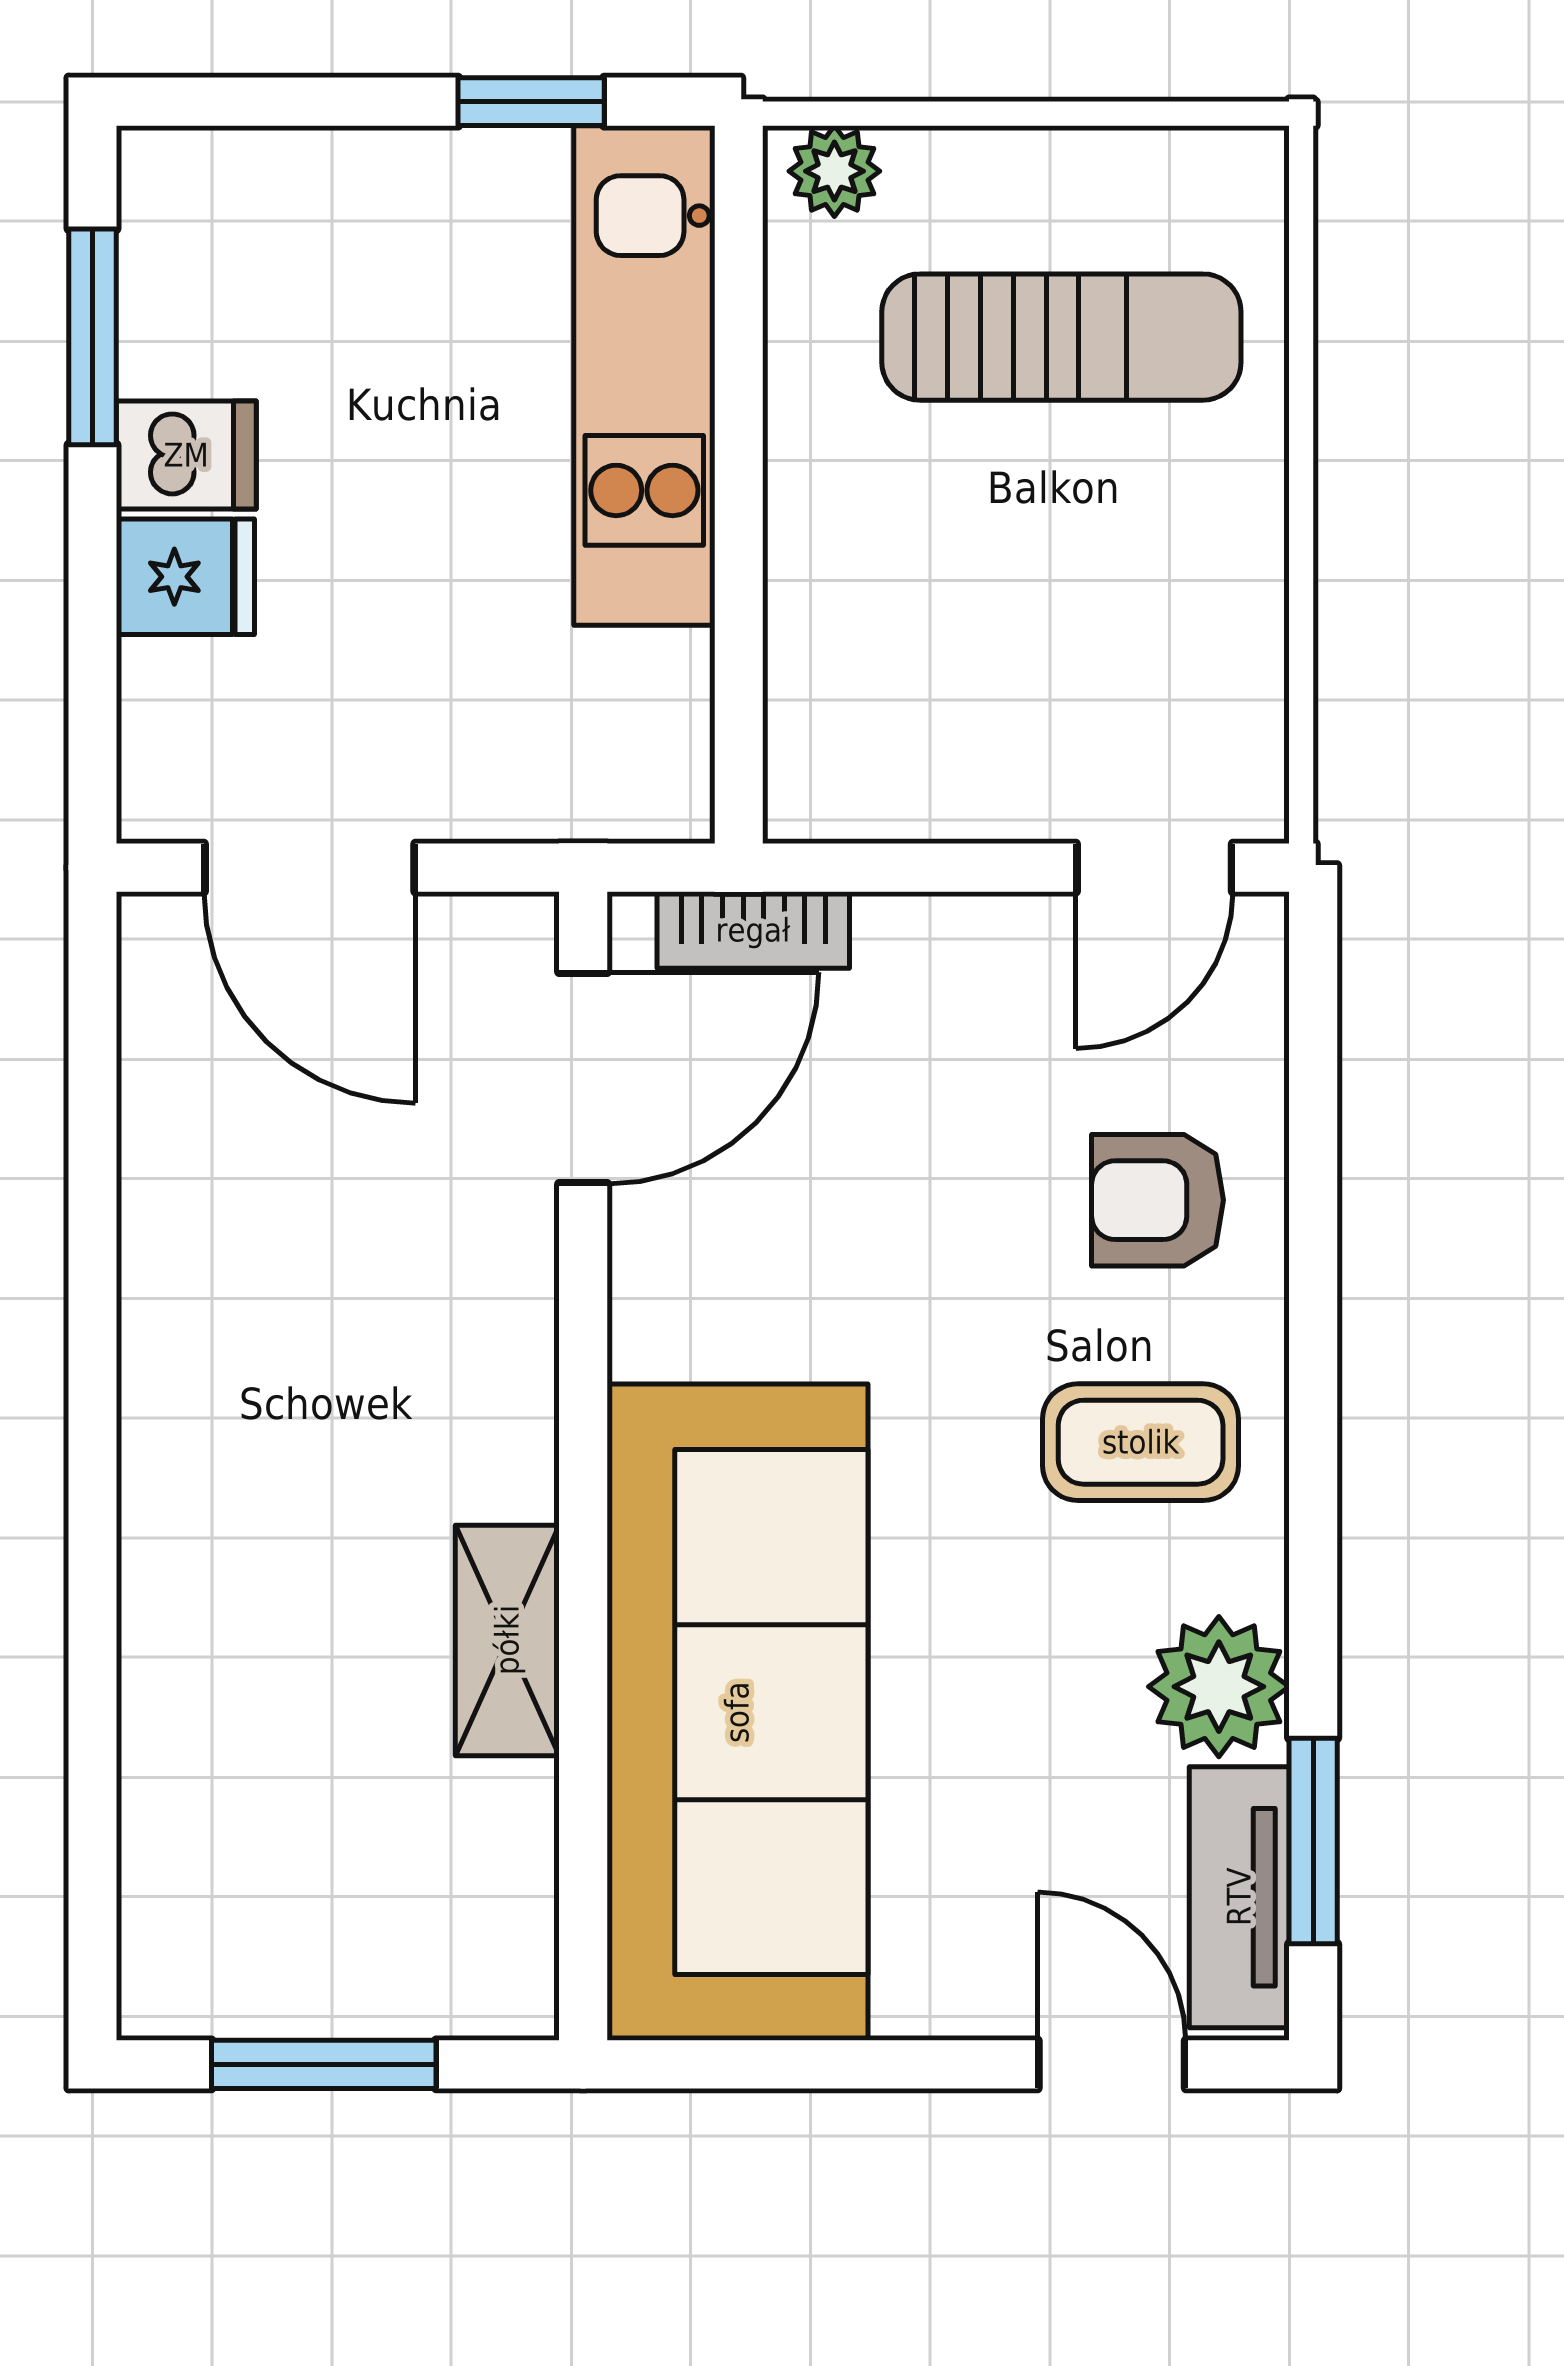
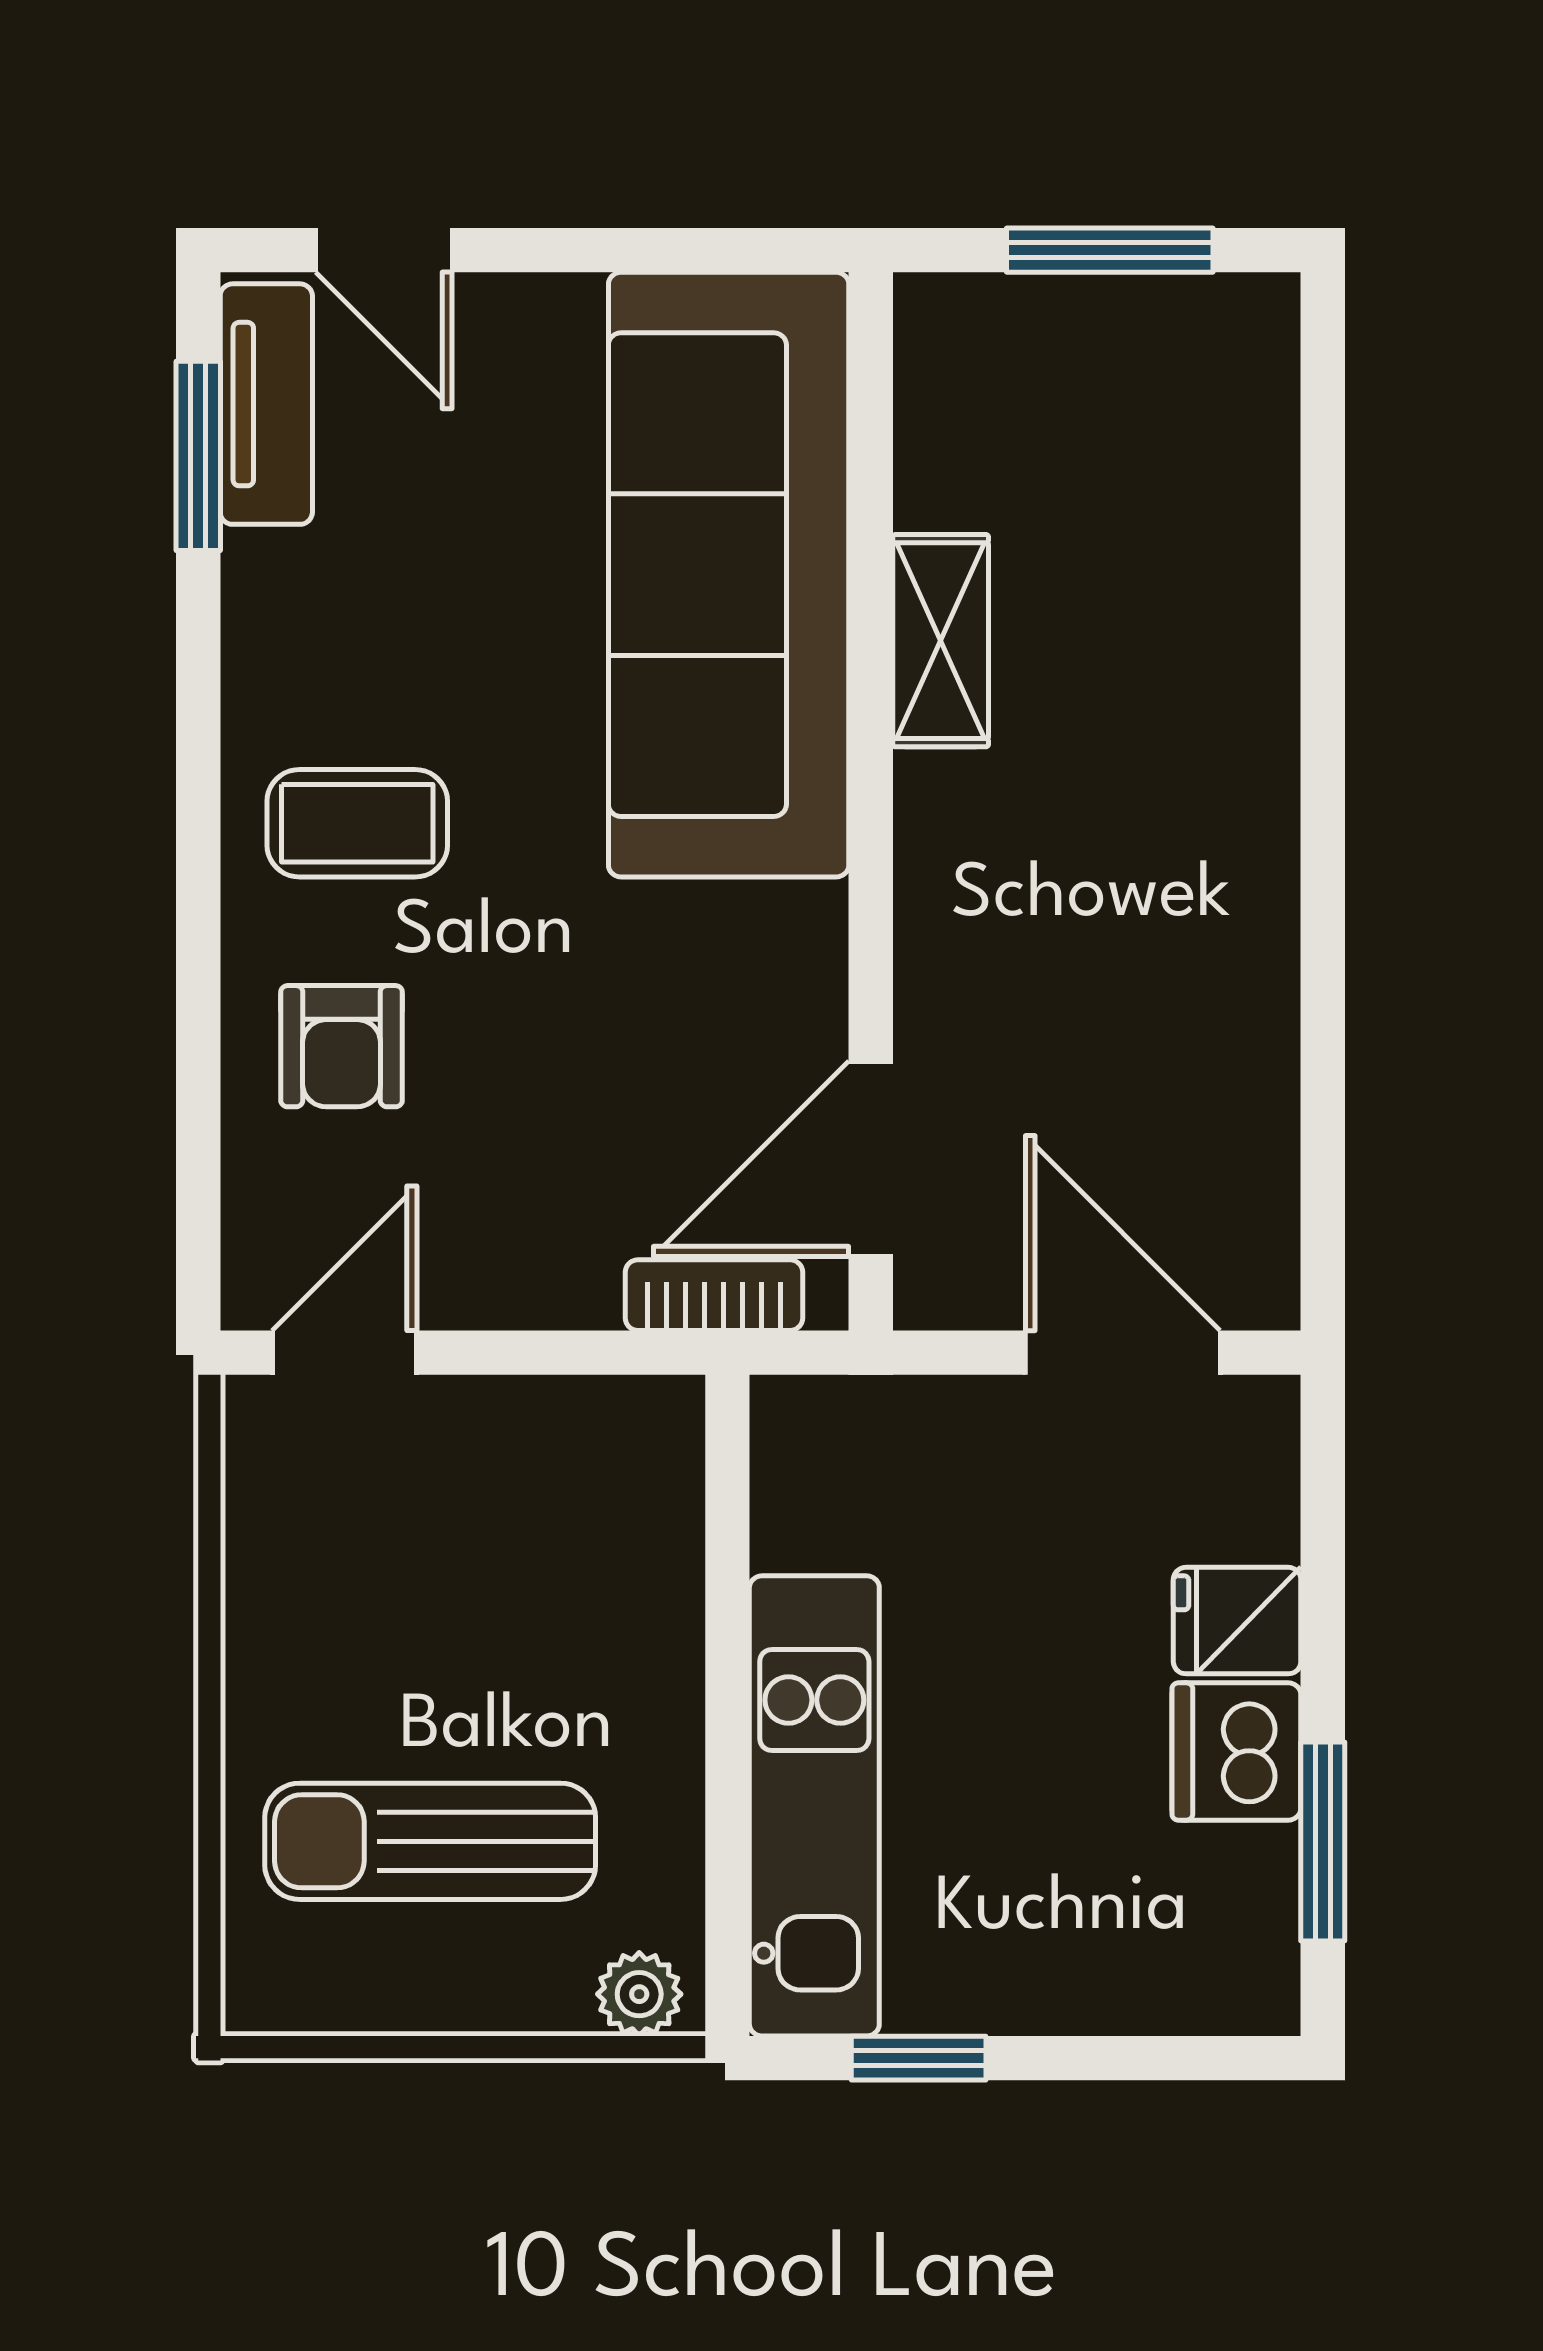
dishwasher: (186, 455) -> (1236, 1751), width x1.38
armchair: (1158, 1200) -> (342, 1046), turned 90
plant: (1219, 1687) -> (285, 598), removed

